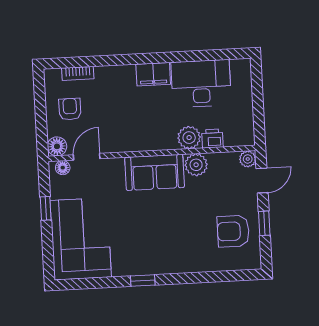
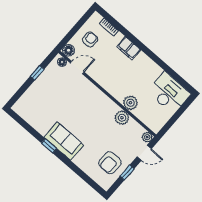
filing cabinet: (153, 74) -> (129, 48), moved
desk: (201, 83) -> (169, 93), moved
printer: (212, 139) -> (140, 113), removed
sofa: (155, 172) -> (64, 141), moved, turned 180
armchair: (233, 231) -> (110, 163), turned -90
corner sofa: (81, 239) -> (40, 101), removed

